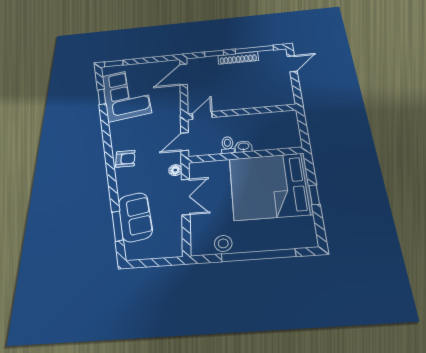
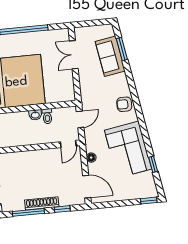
door: (183, 74) -> (87, 187), hinge flipped
corner sofa: (126, 94) -> (128, 150), moved
floor lamp: (175, 170) -> (91, 158), moved
double door: (186, 197) -> (74, 55), moved
stool: (223, 243) -> (47, 38), removed

